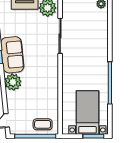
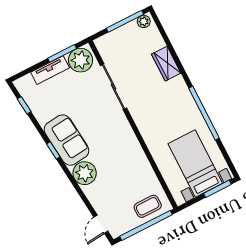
wardrobe: (102, 38) -> (166, 64), added

